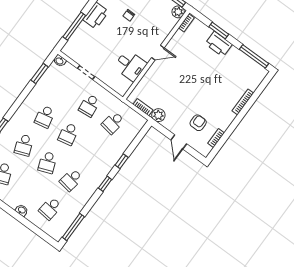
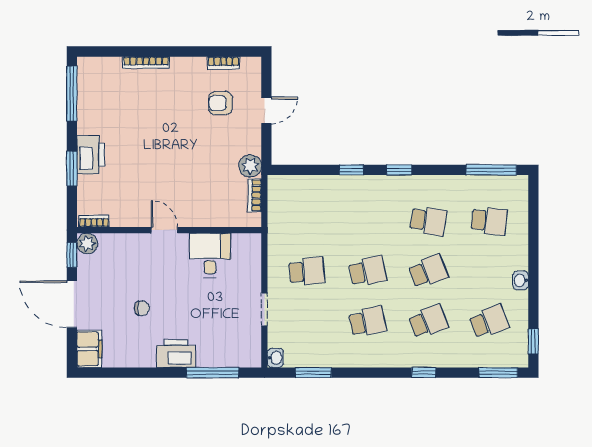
school desk: (113, 123) -> (307, 221), removed
washbasin: (22, 210) -> (521, 280), moved

